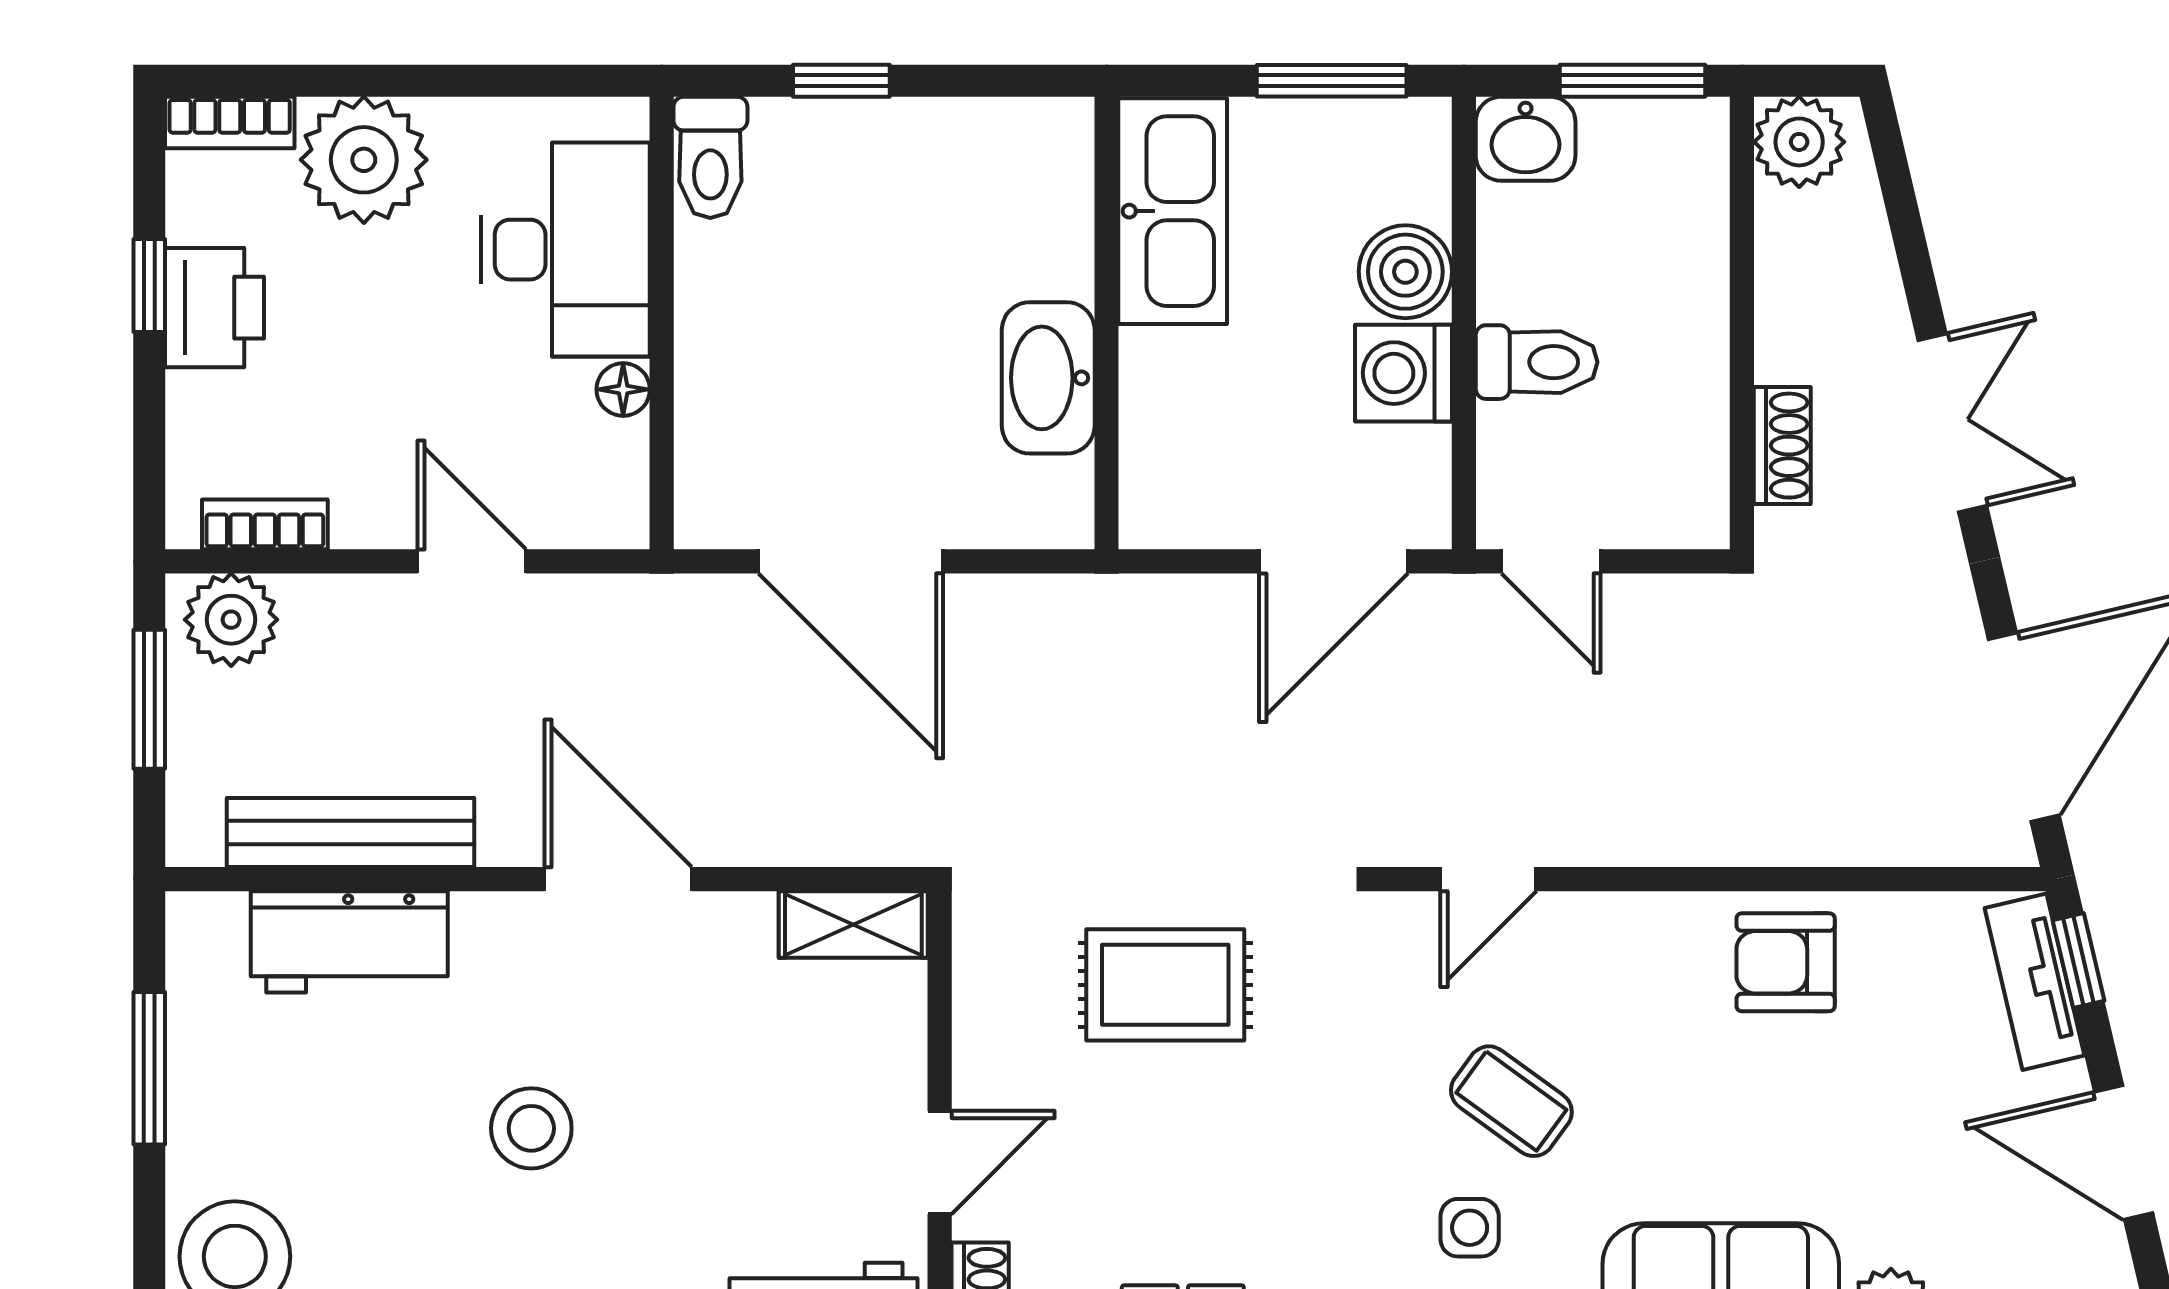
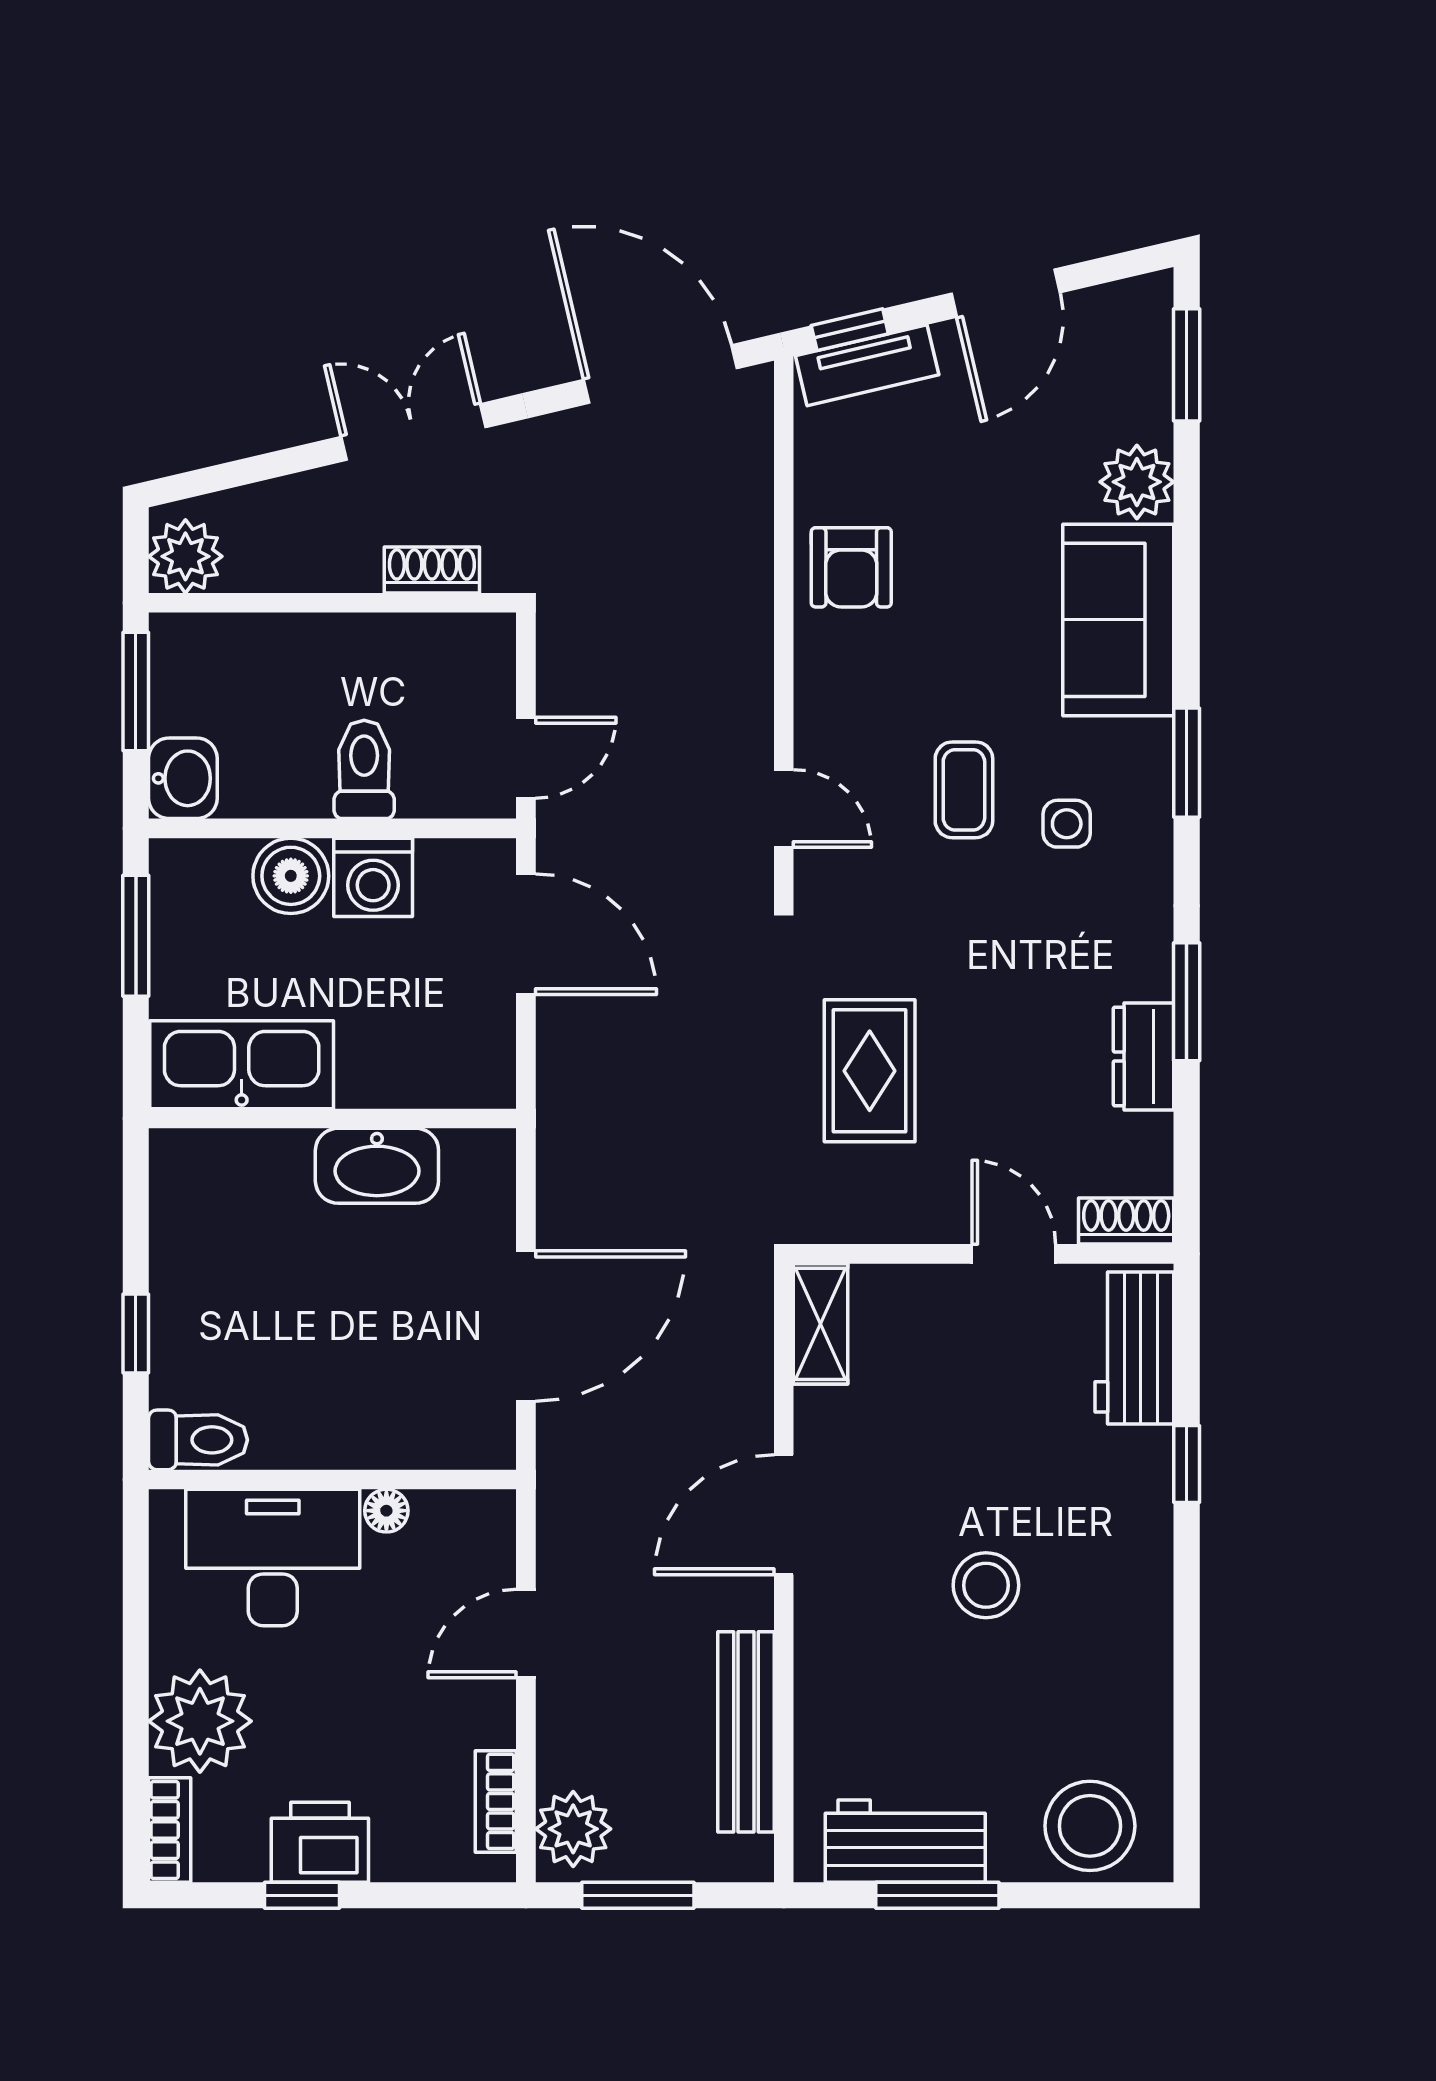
workbench: (349, 942) -> (905, 1841), moved, turned -90
coffee table: (1511, 1101) -> (964, 790), turned -36

